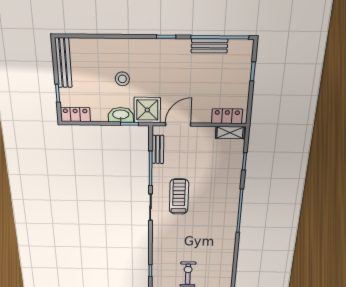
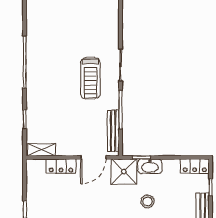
locker: (227, 116) -> (61, 166), moved
bench: (158, 150) -> (113, 131), width x1.36

